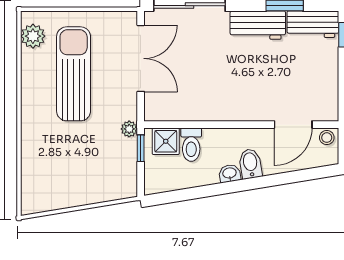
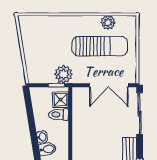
plant: (33, 36) -> (108, 22), moved
plant: (129, 129) -> (64, 74), width x1.88, depth x1.88

